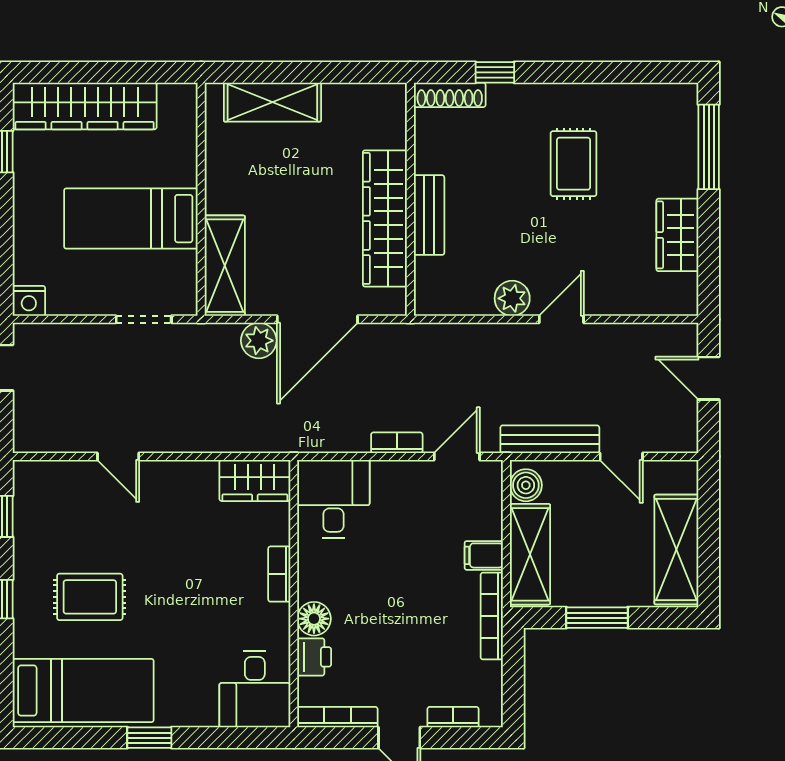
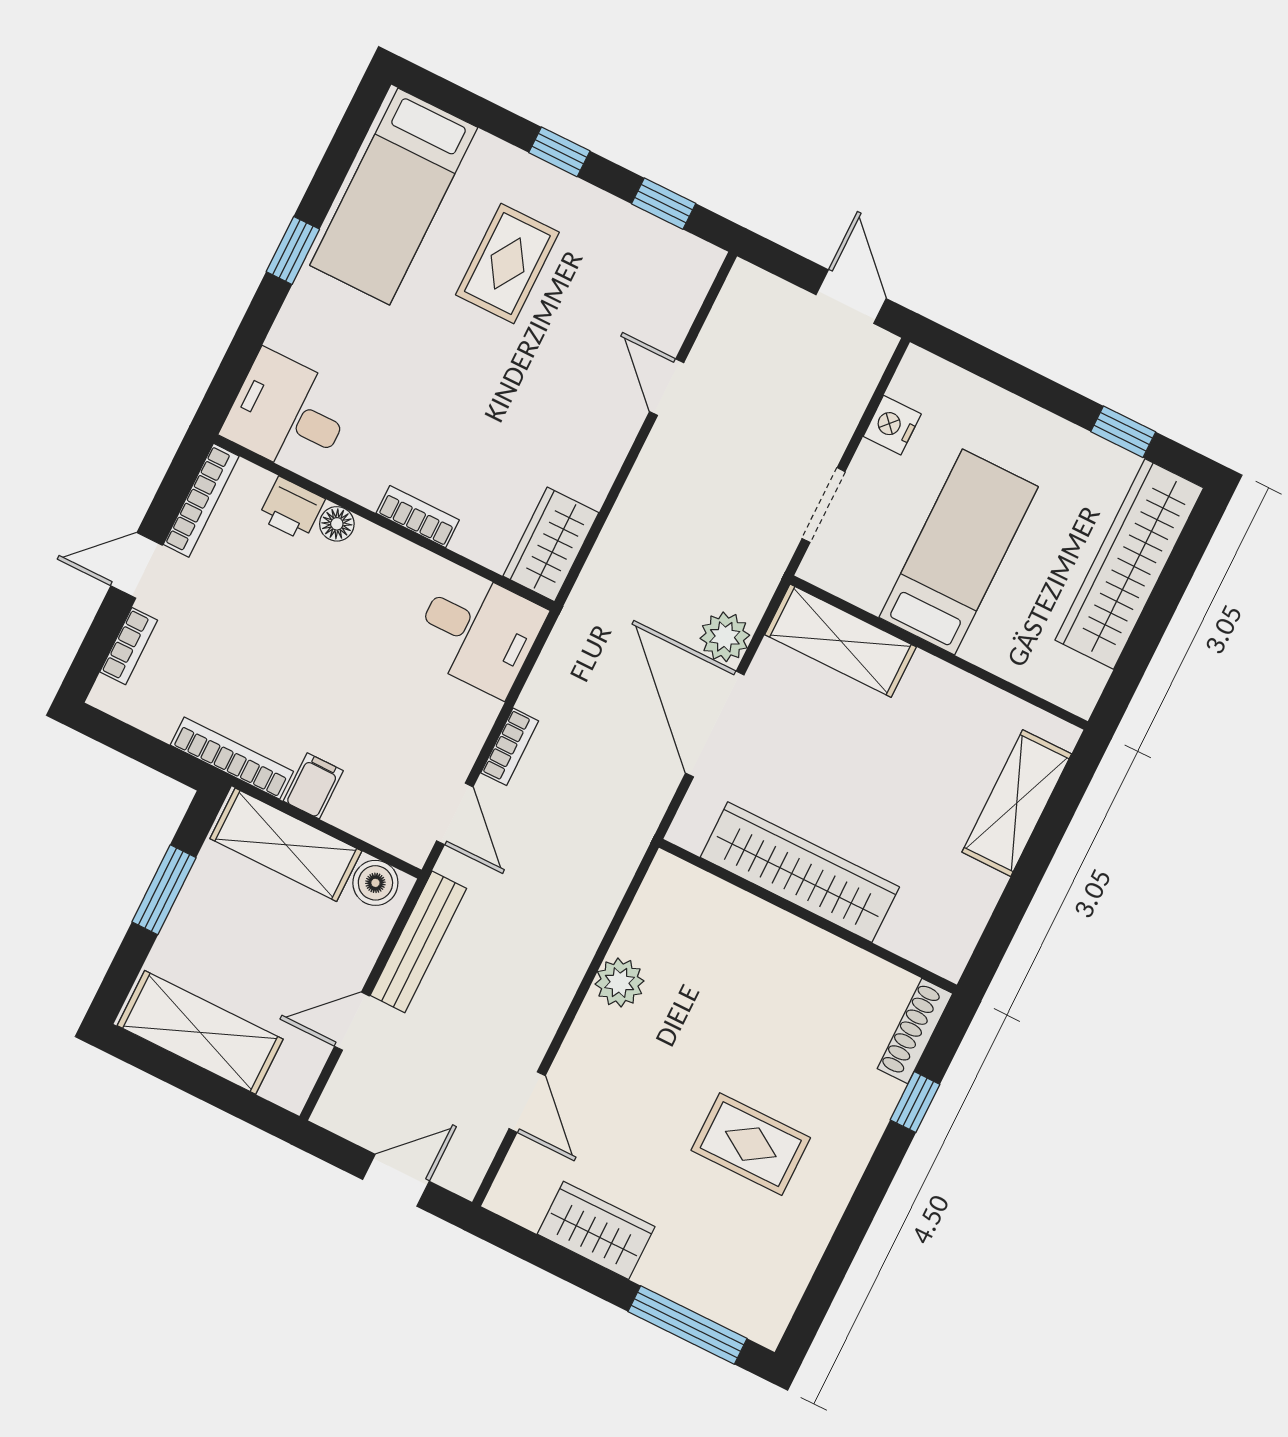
bench: (429, 215) -> (776, 930), removed
nightstand: (29, 301) -> (892, 425), moved
door: (561, 319) -> (527, 1102), moved
door: (118, 456) -> (667, 387), hinge flipped
floor lamp: (314, 619) -> (337, 524), width x0.73, depth x0.73

